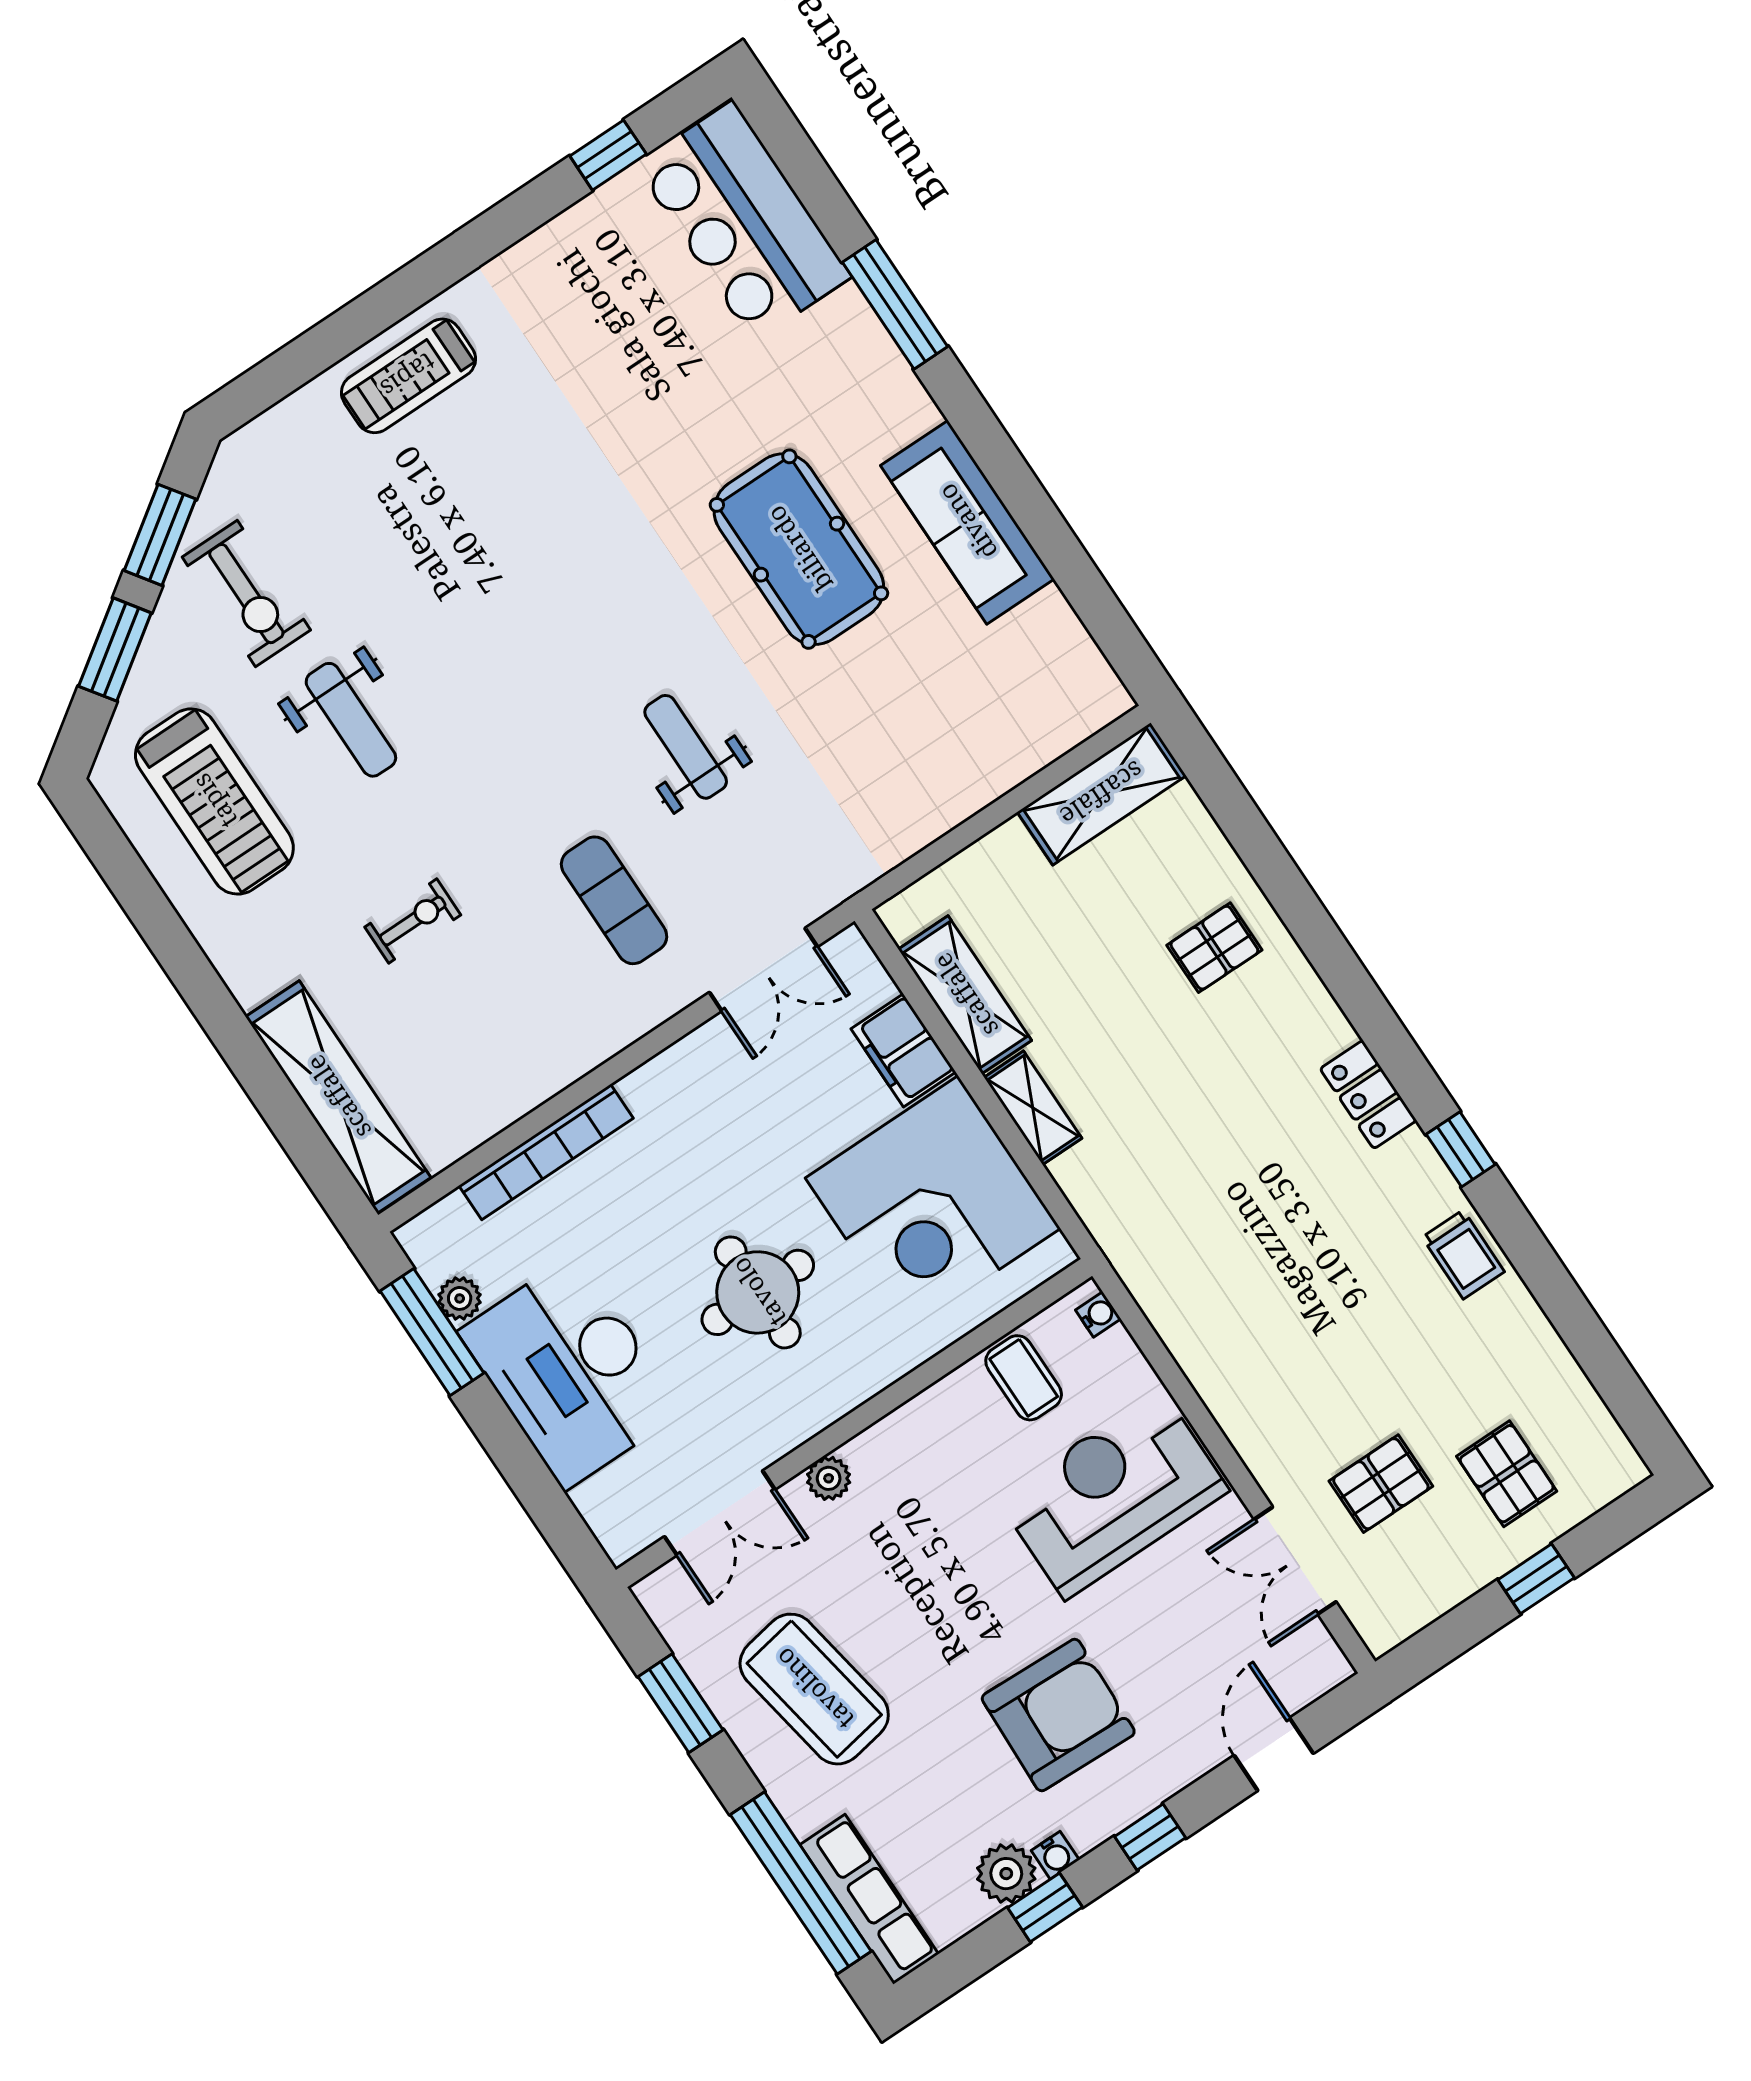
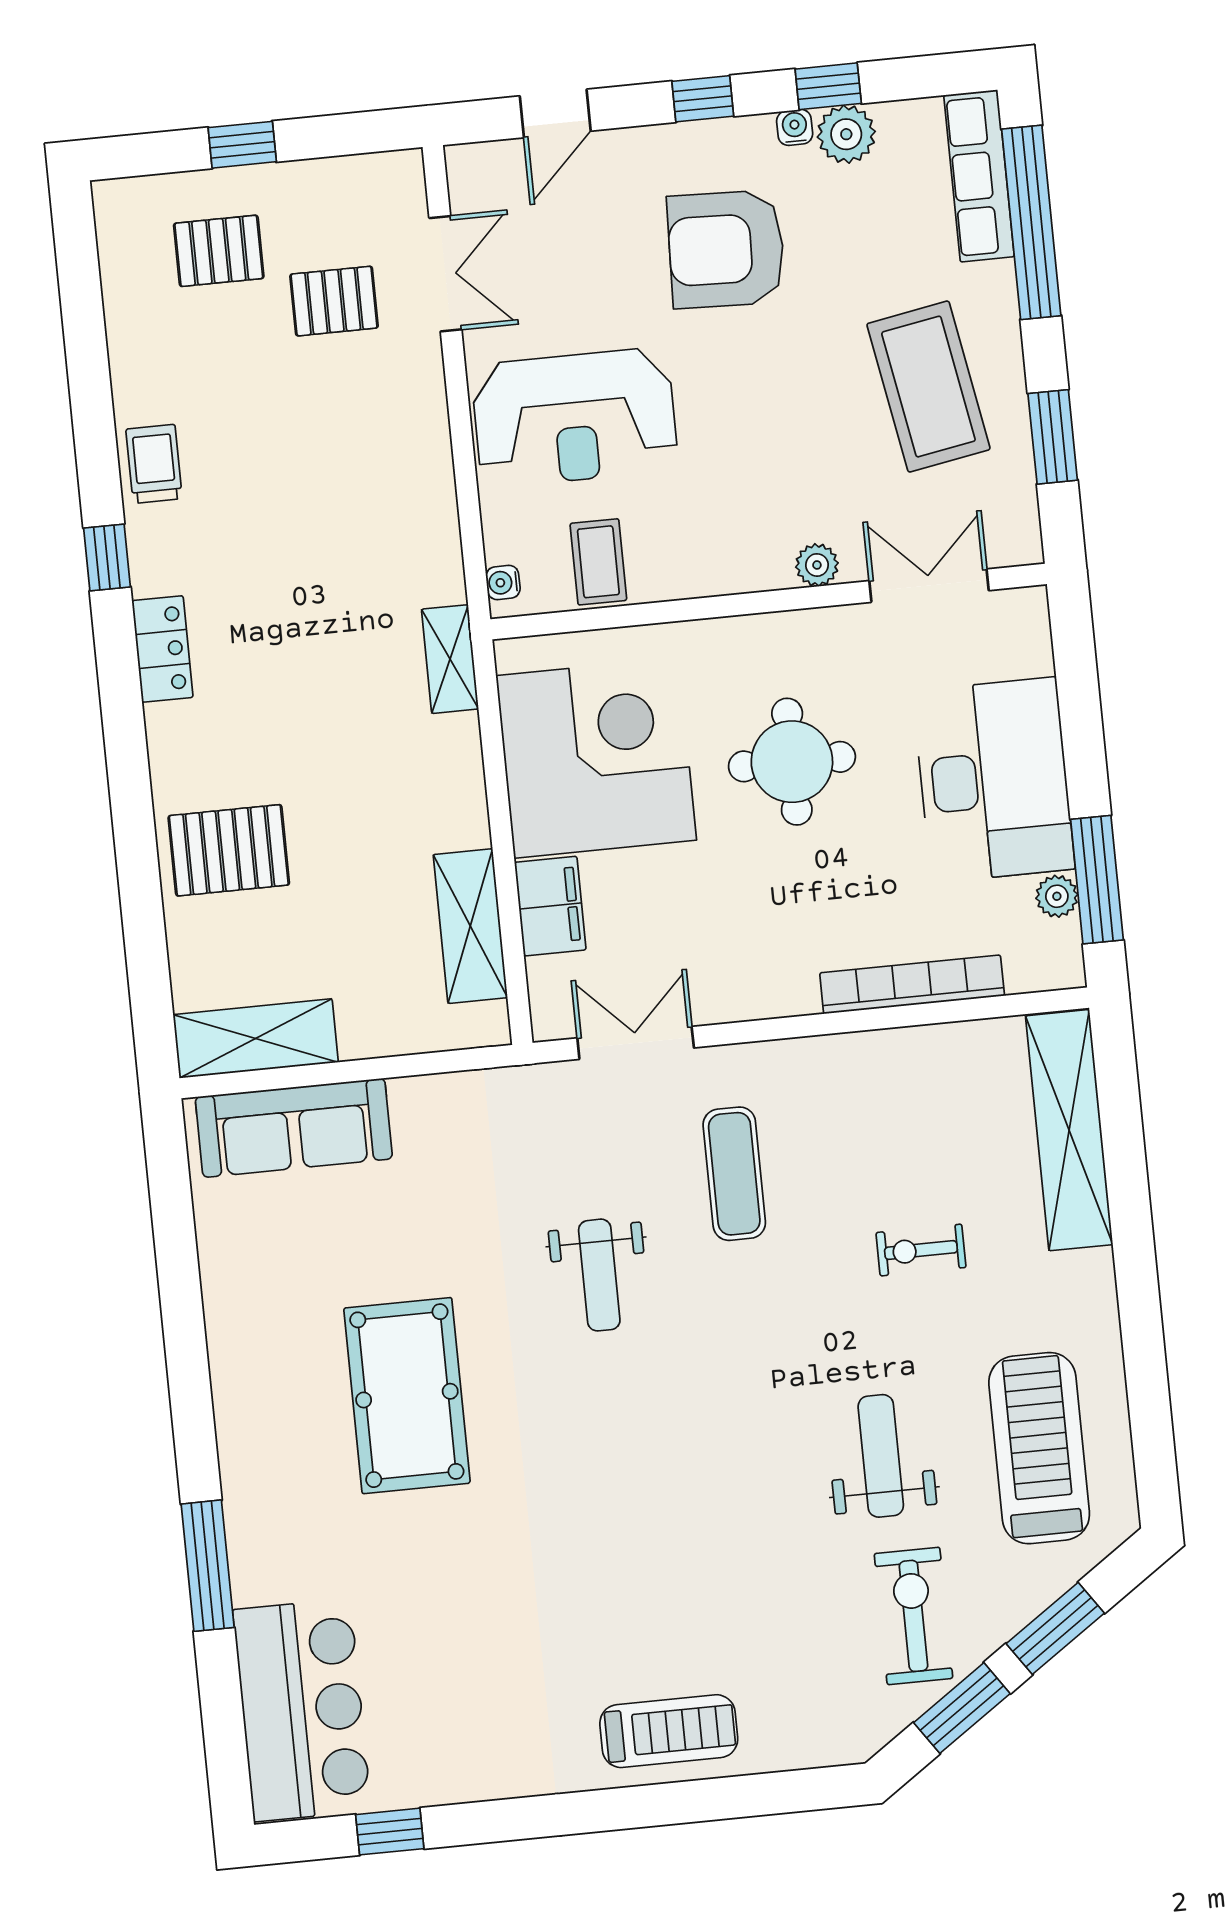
sofa: (967, 522) -> (294, 1128), moved, turned 90
pallet: (1214, 948) -> (229, 850), width x1.50, depth x1.42
shelving: (1033, 1108) -> (450, 659), moved
pallet: (1507, 1474) -> (219, 251), turned 90

